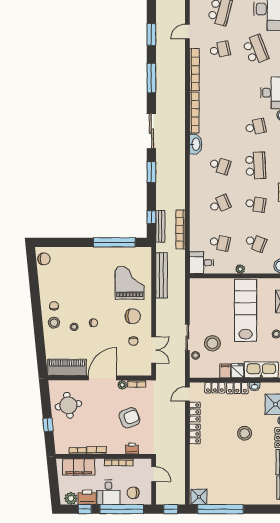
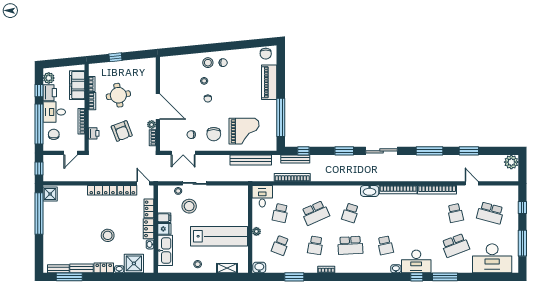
school desk: (220, 204) -> (315, 213), width x1.85
piano: (67, 367) -> (269, 82), moved, turned 180
round table: (68, 405) -> (118, 95), moved
locker: (195, 434) -> (102, 190), width x1.53

